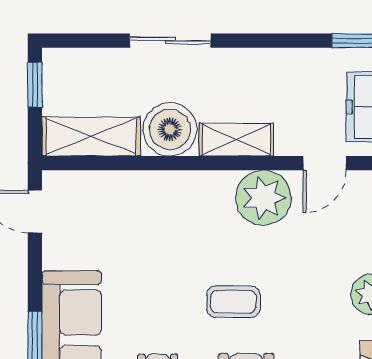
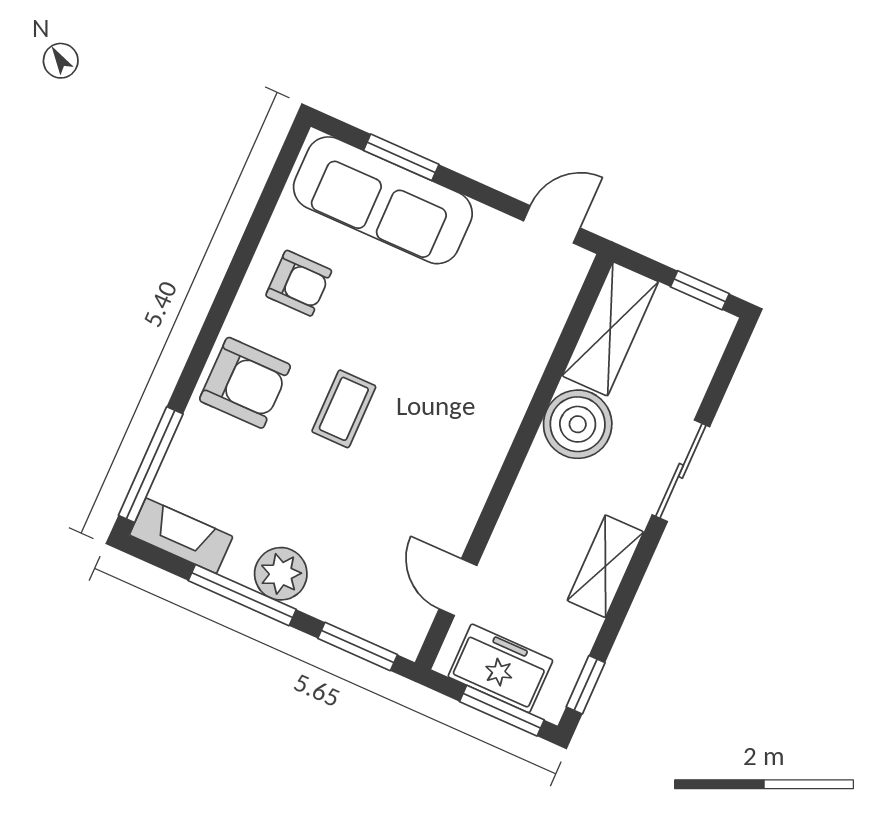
shelving: (236, 140) -> (605, 566), moved
plant: (264, 198) -> (449, 498), removed

